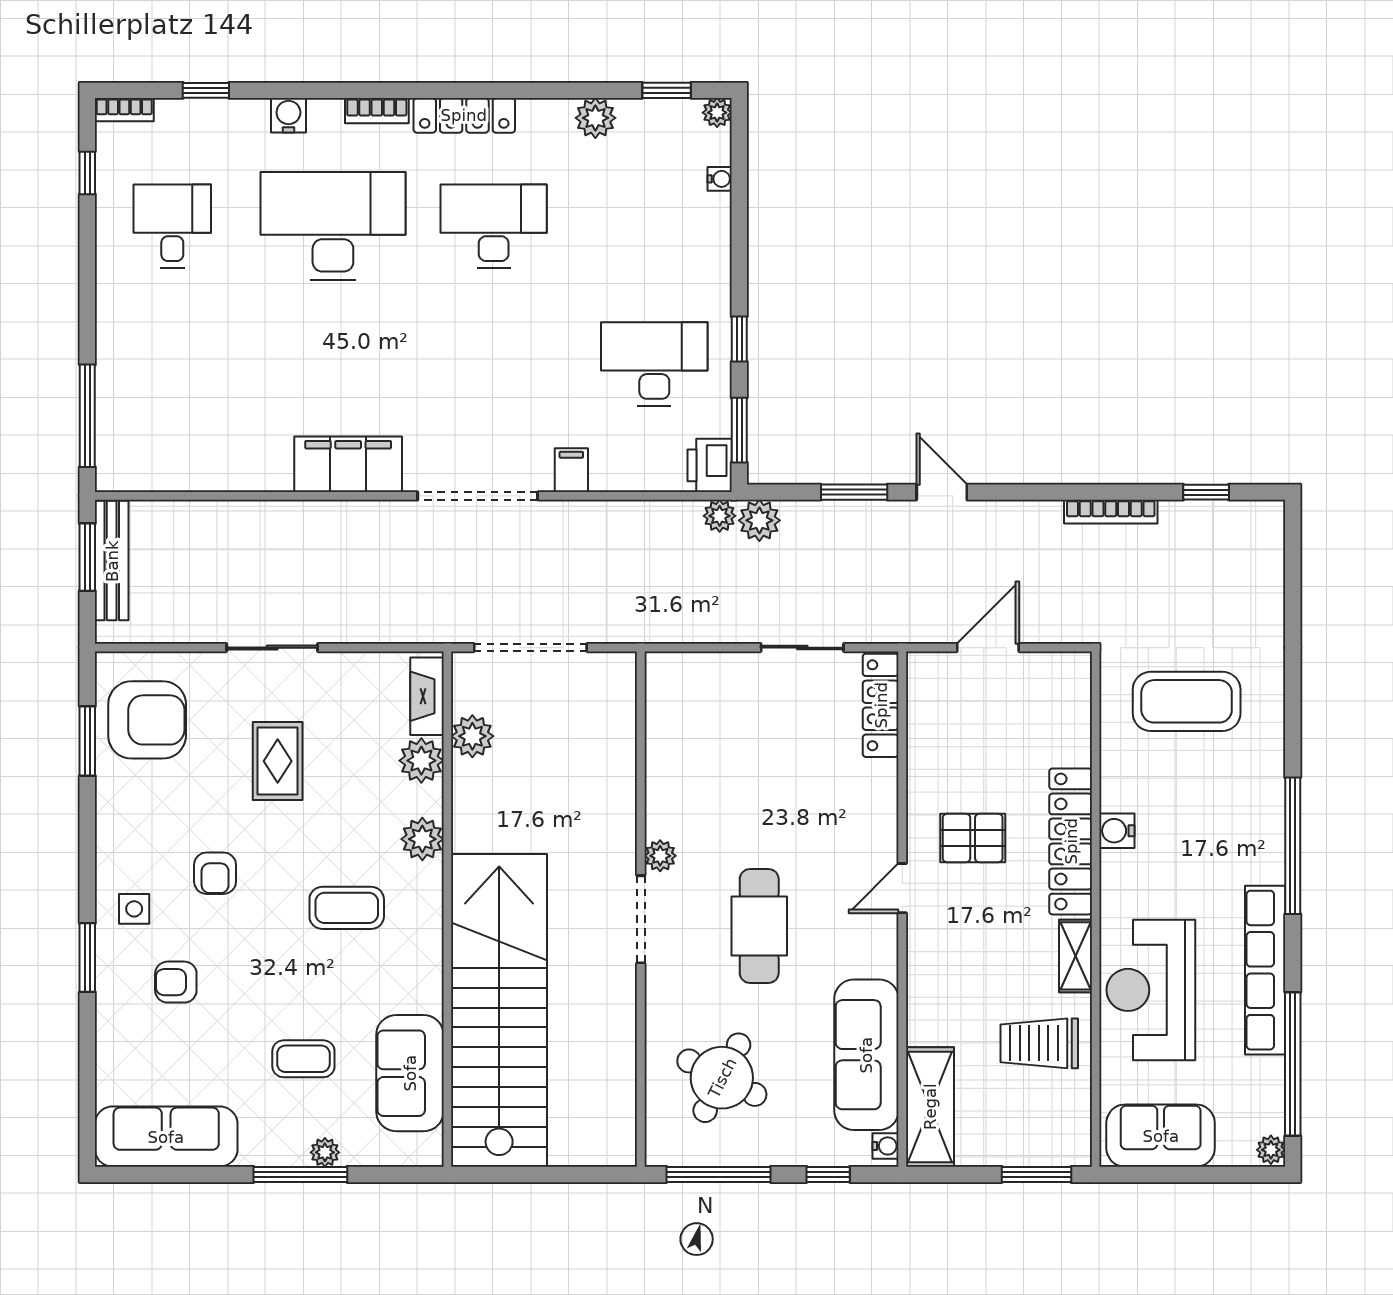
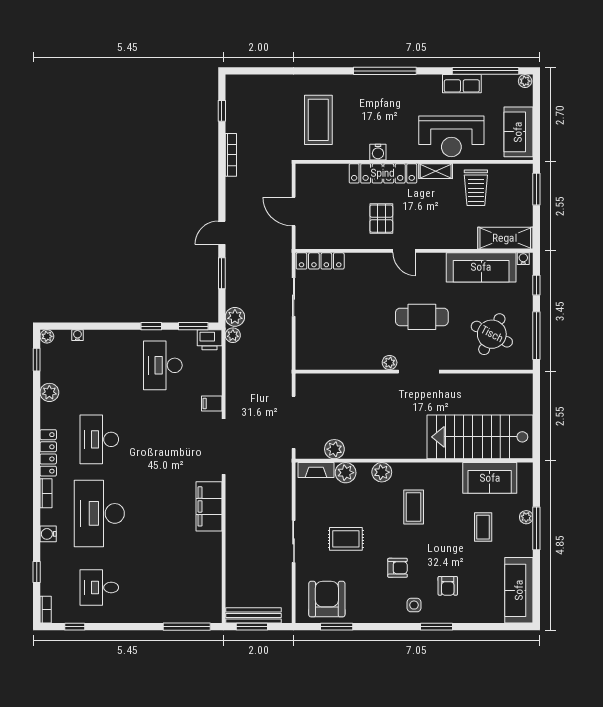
row of seats: (1265, 970) -> (462, 84), width x0.50
stairs: (499, 1010) -> (480, 437), width x0.73

